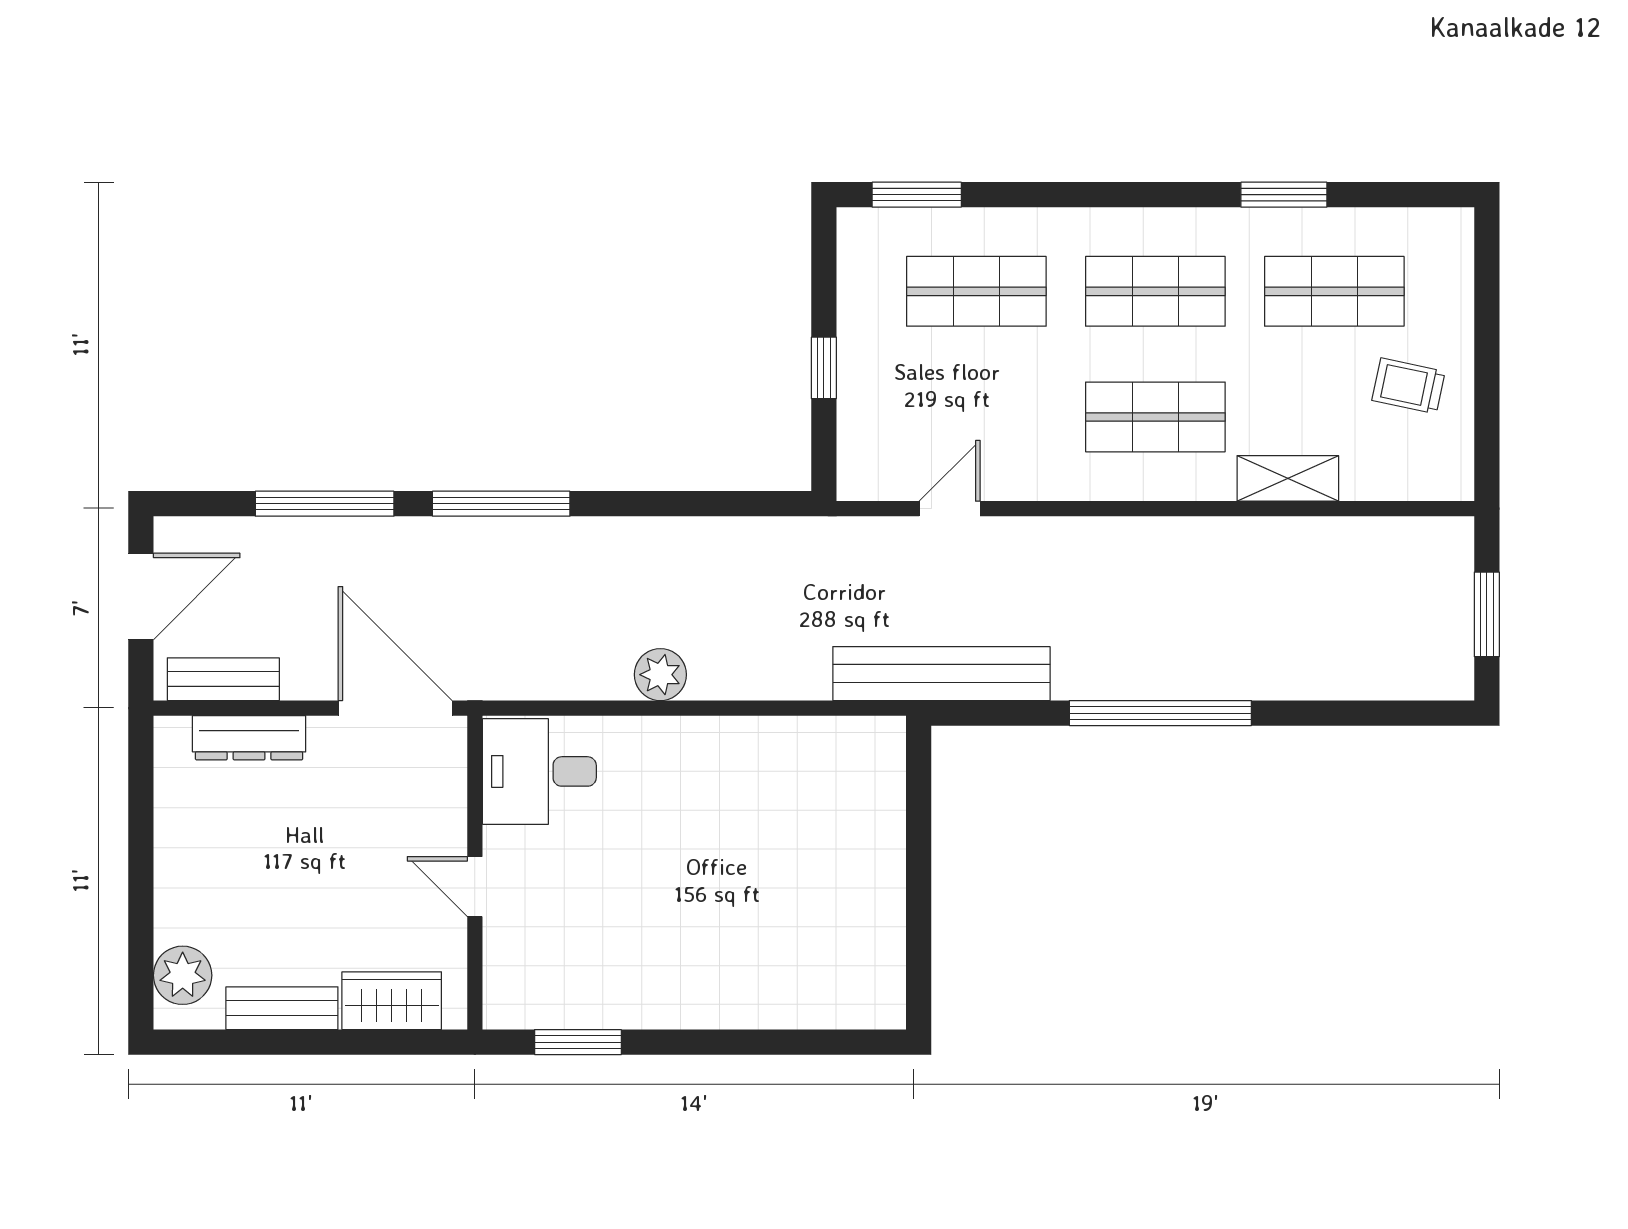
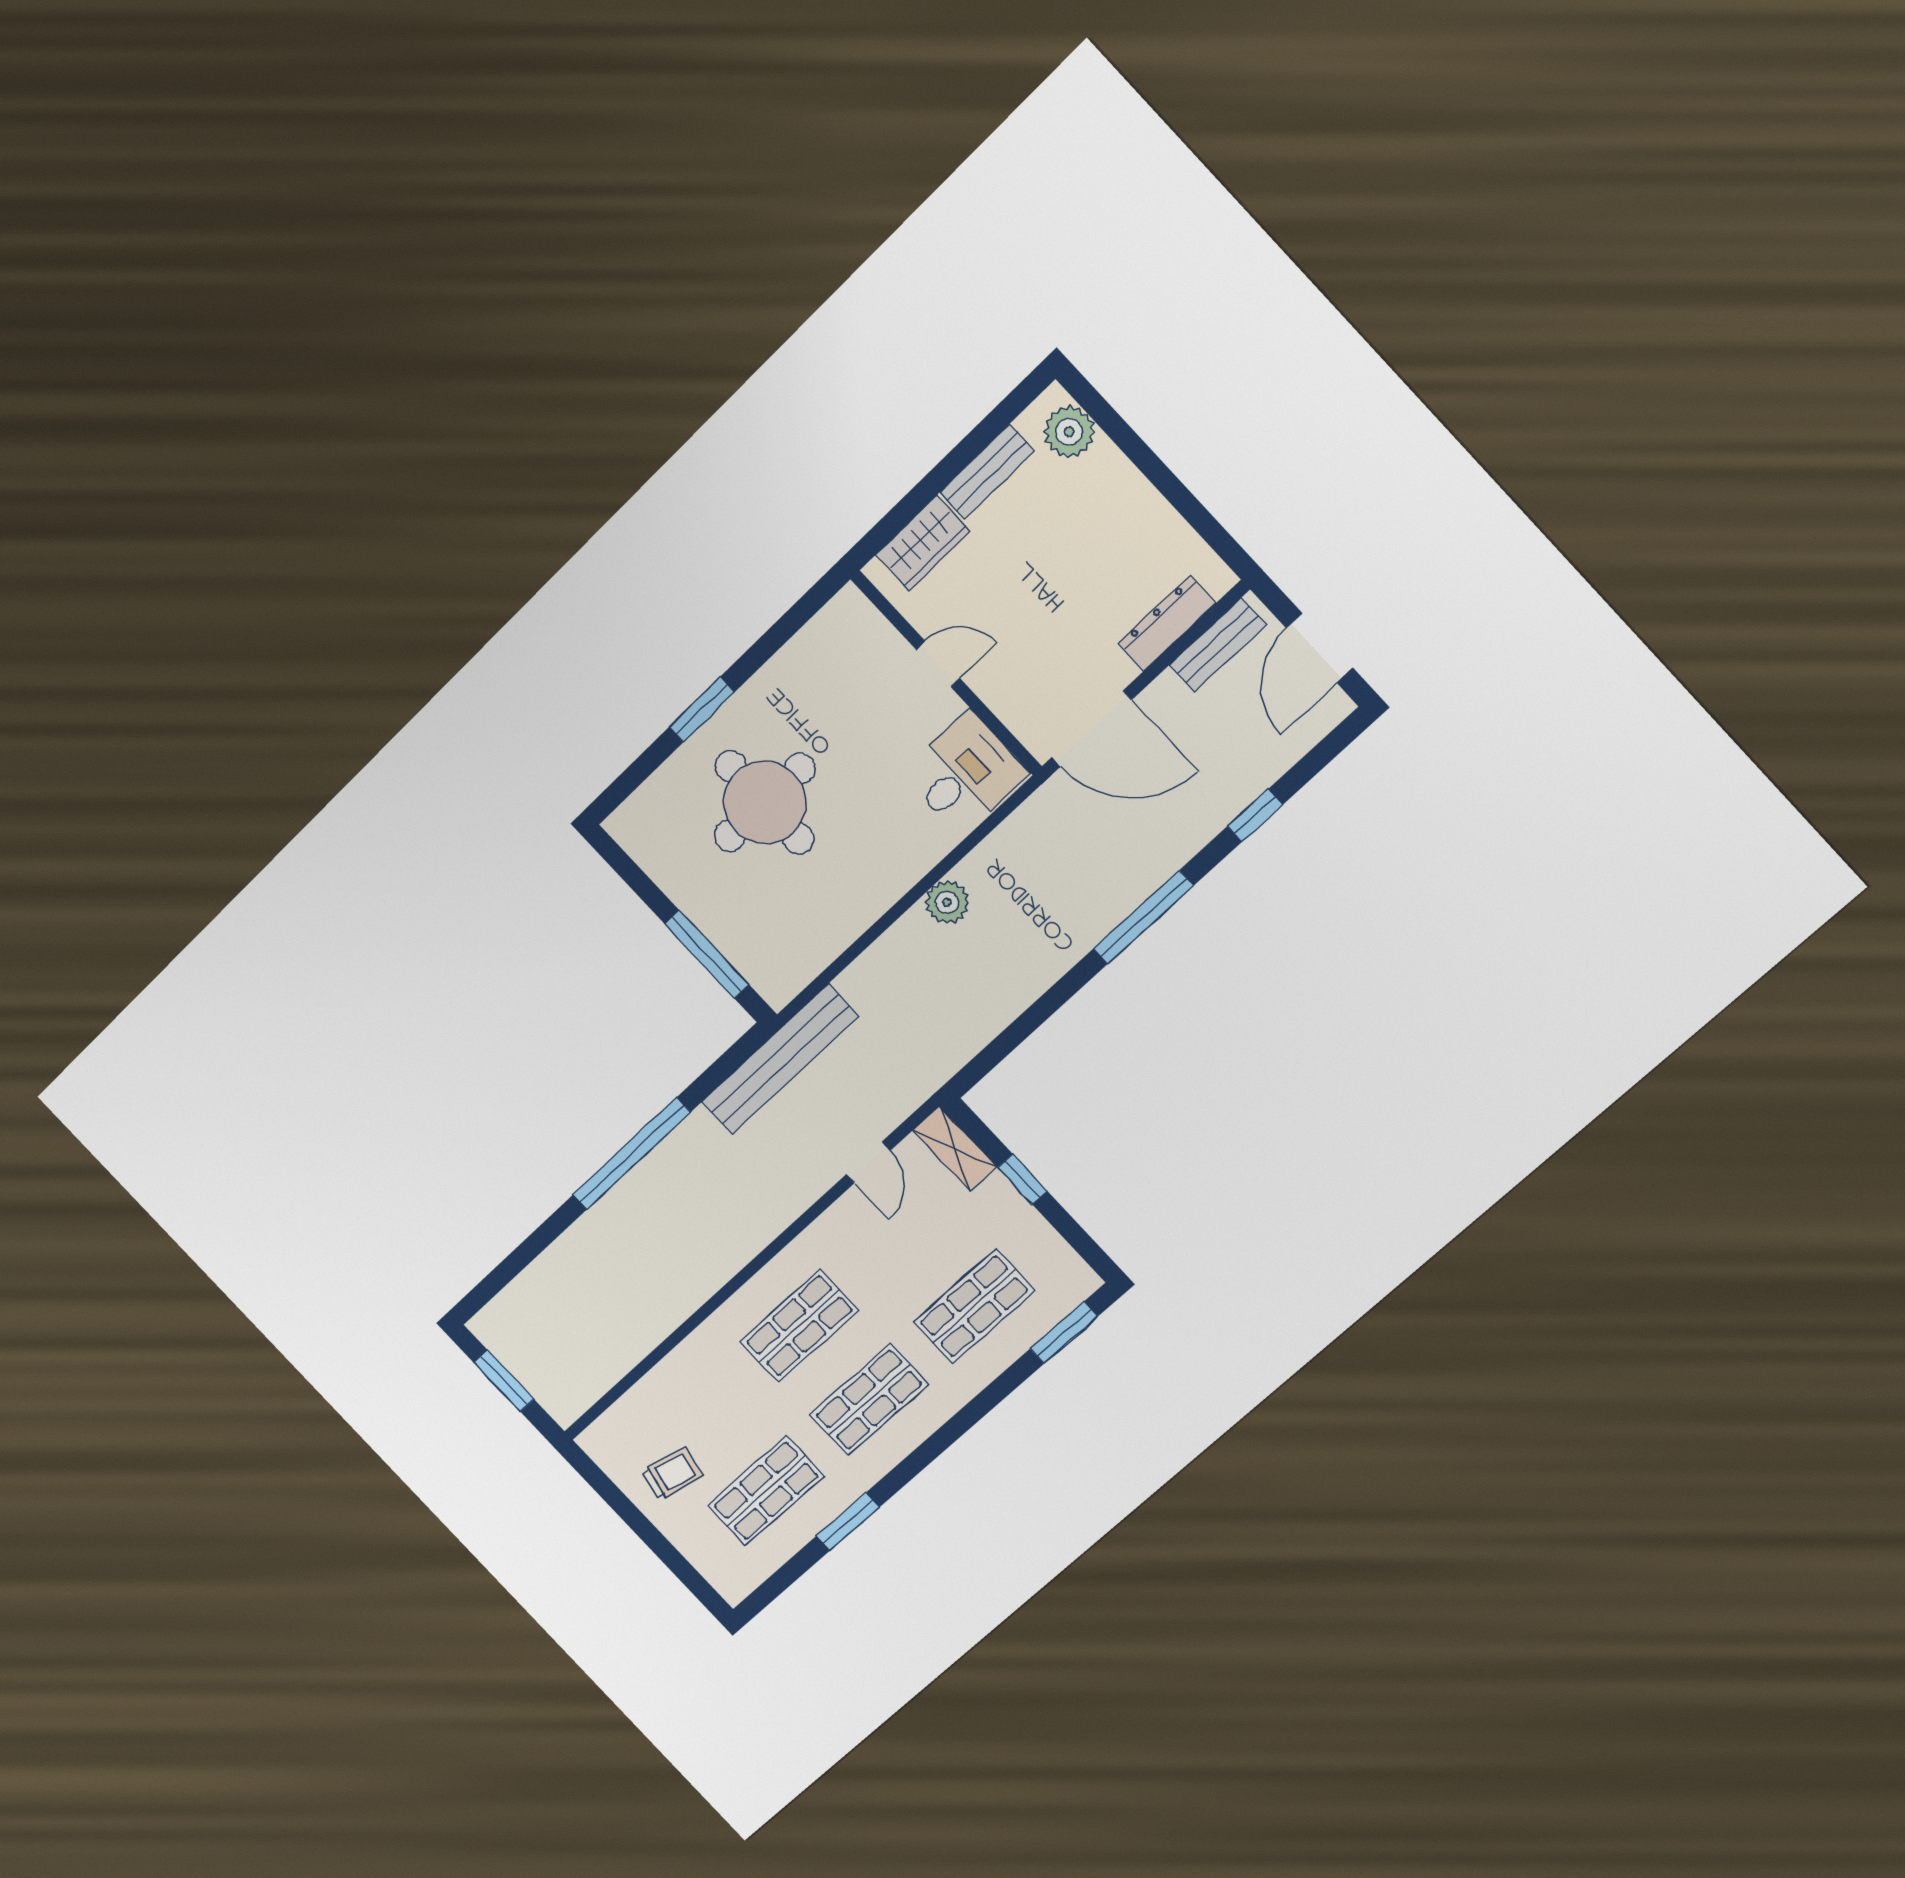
shelving: (1288, 478) -> (955, 1149), moved, turned 90
window: (325, 504) -> (1255, 815), width x0.46
window: (919, 827) -> (707, 954), added
round table: (739, 911) -> (765, 802), added
window: (578, 1042) -> (702, 710), moved

